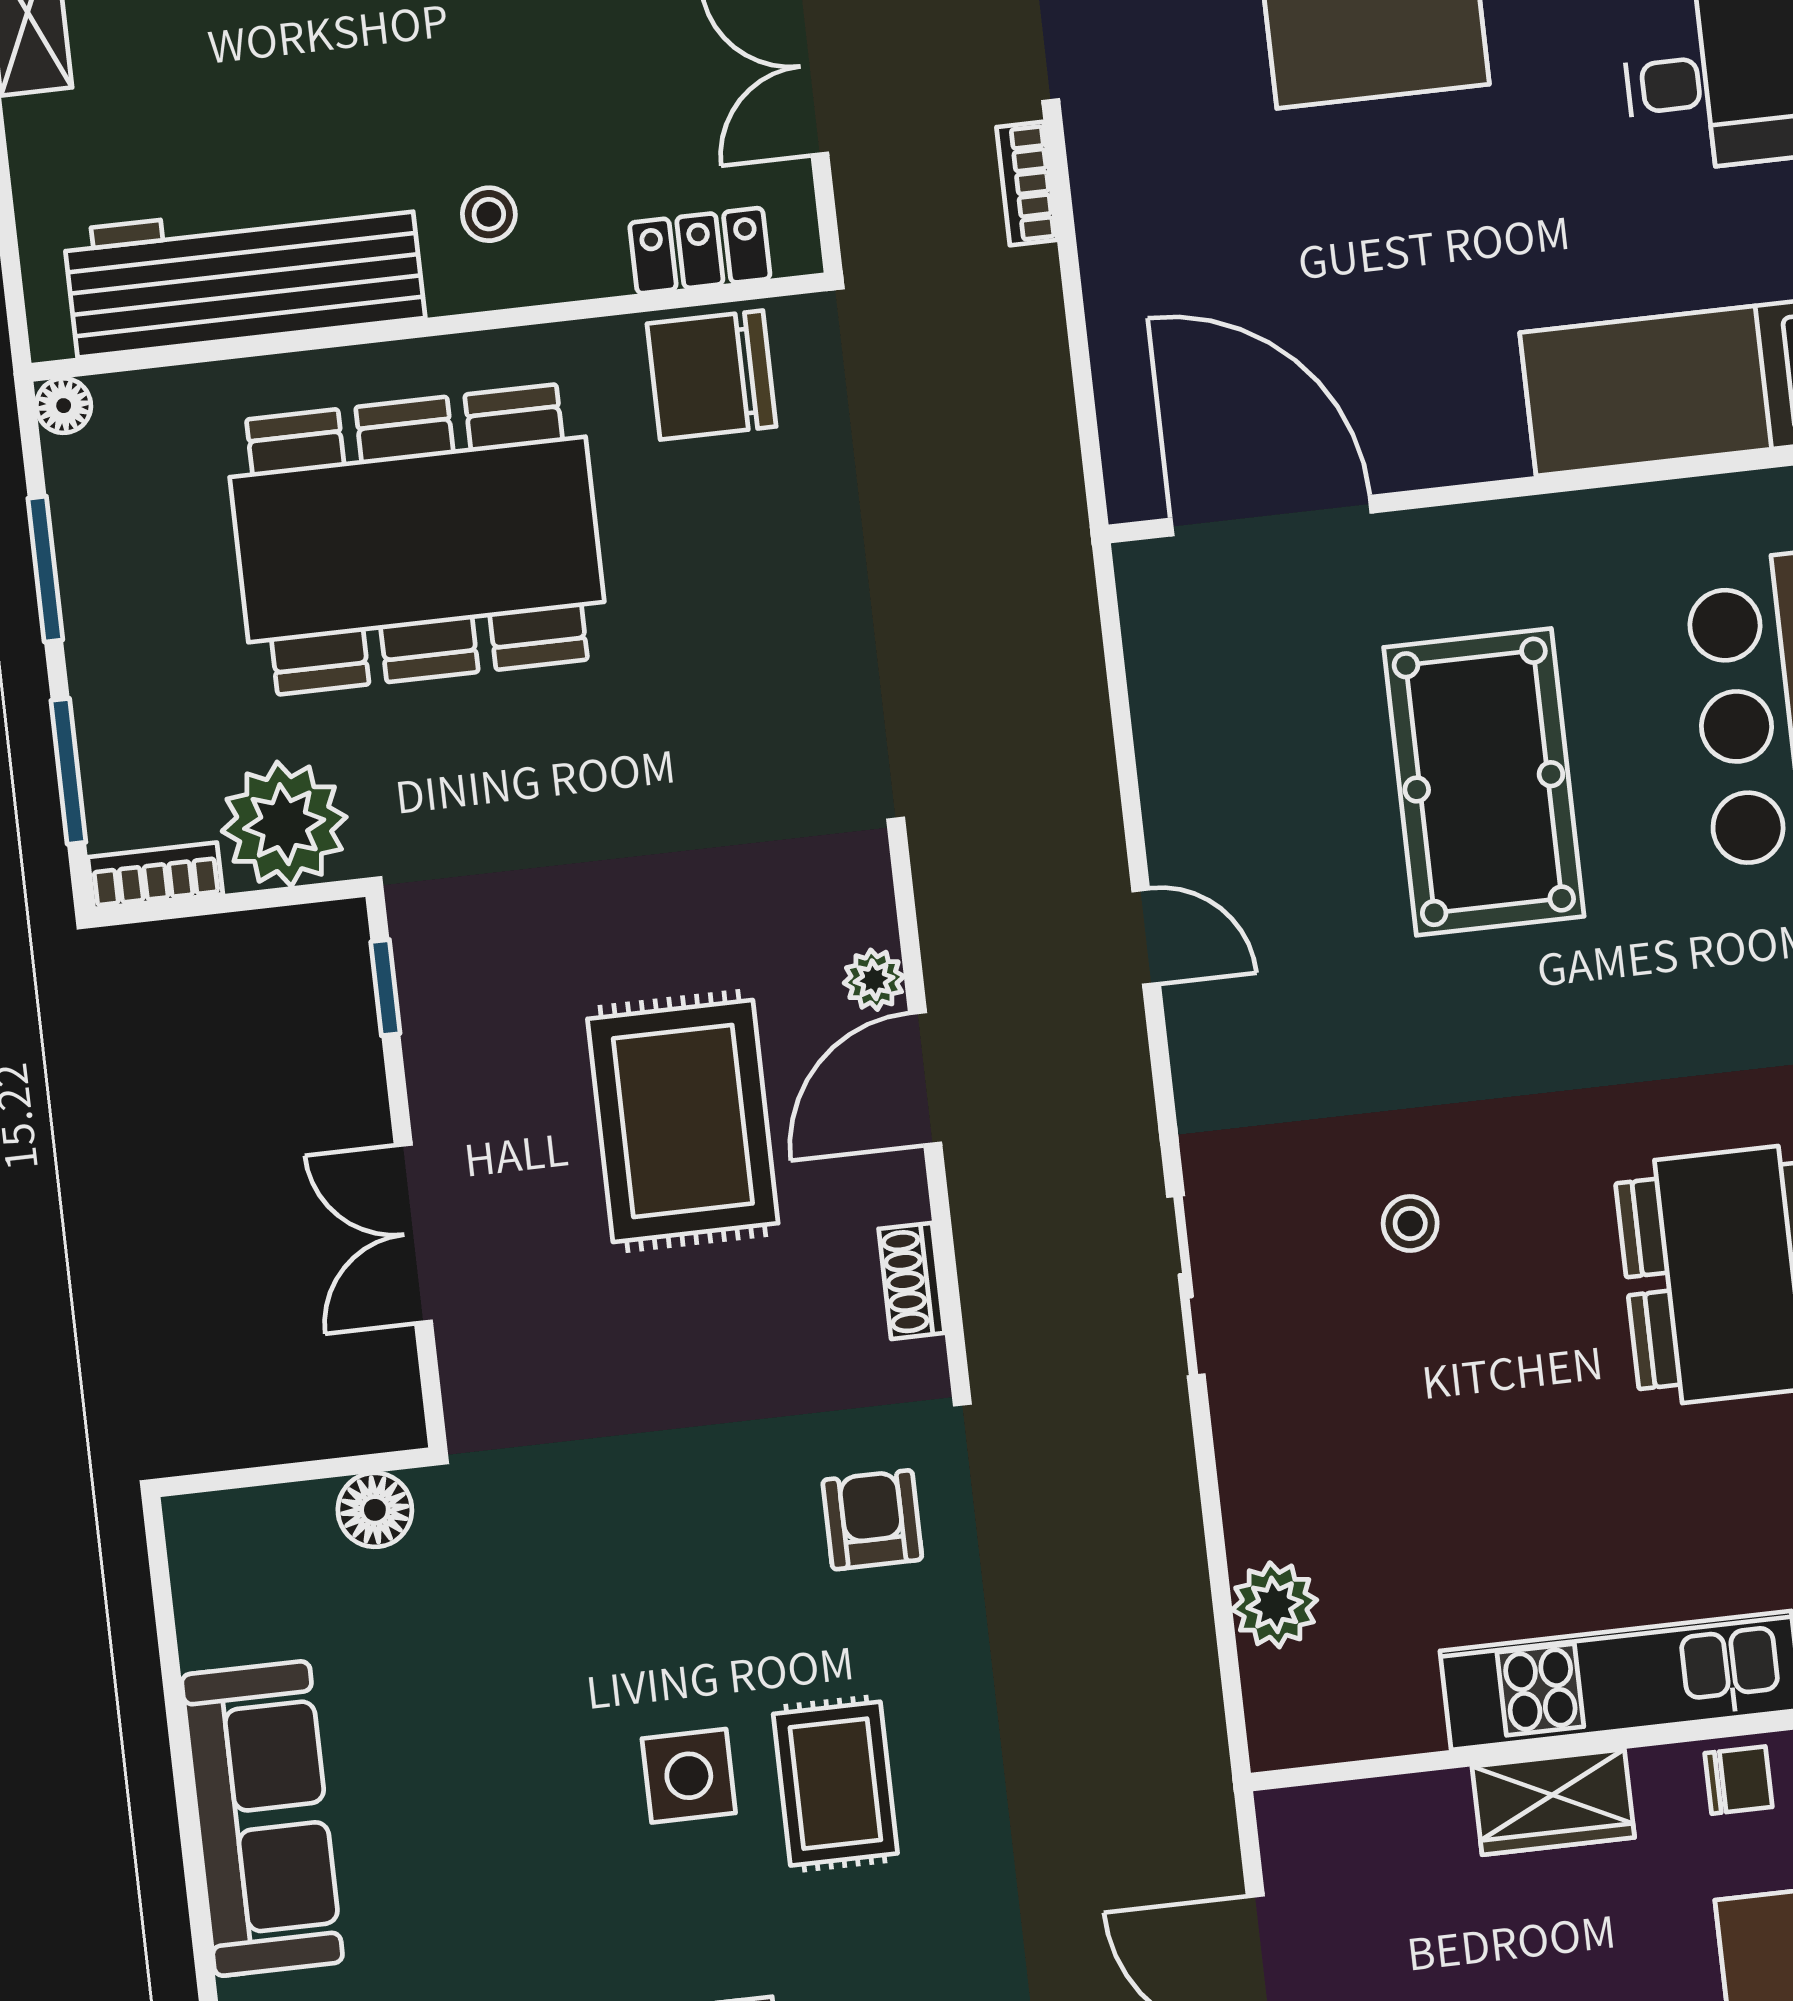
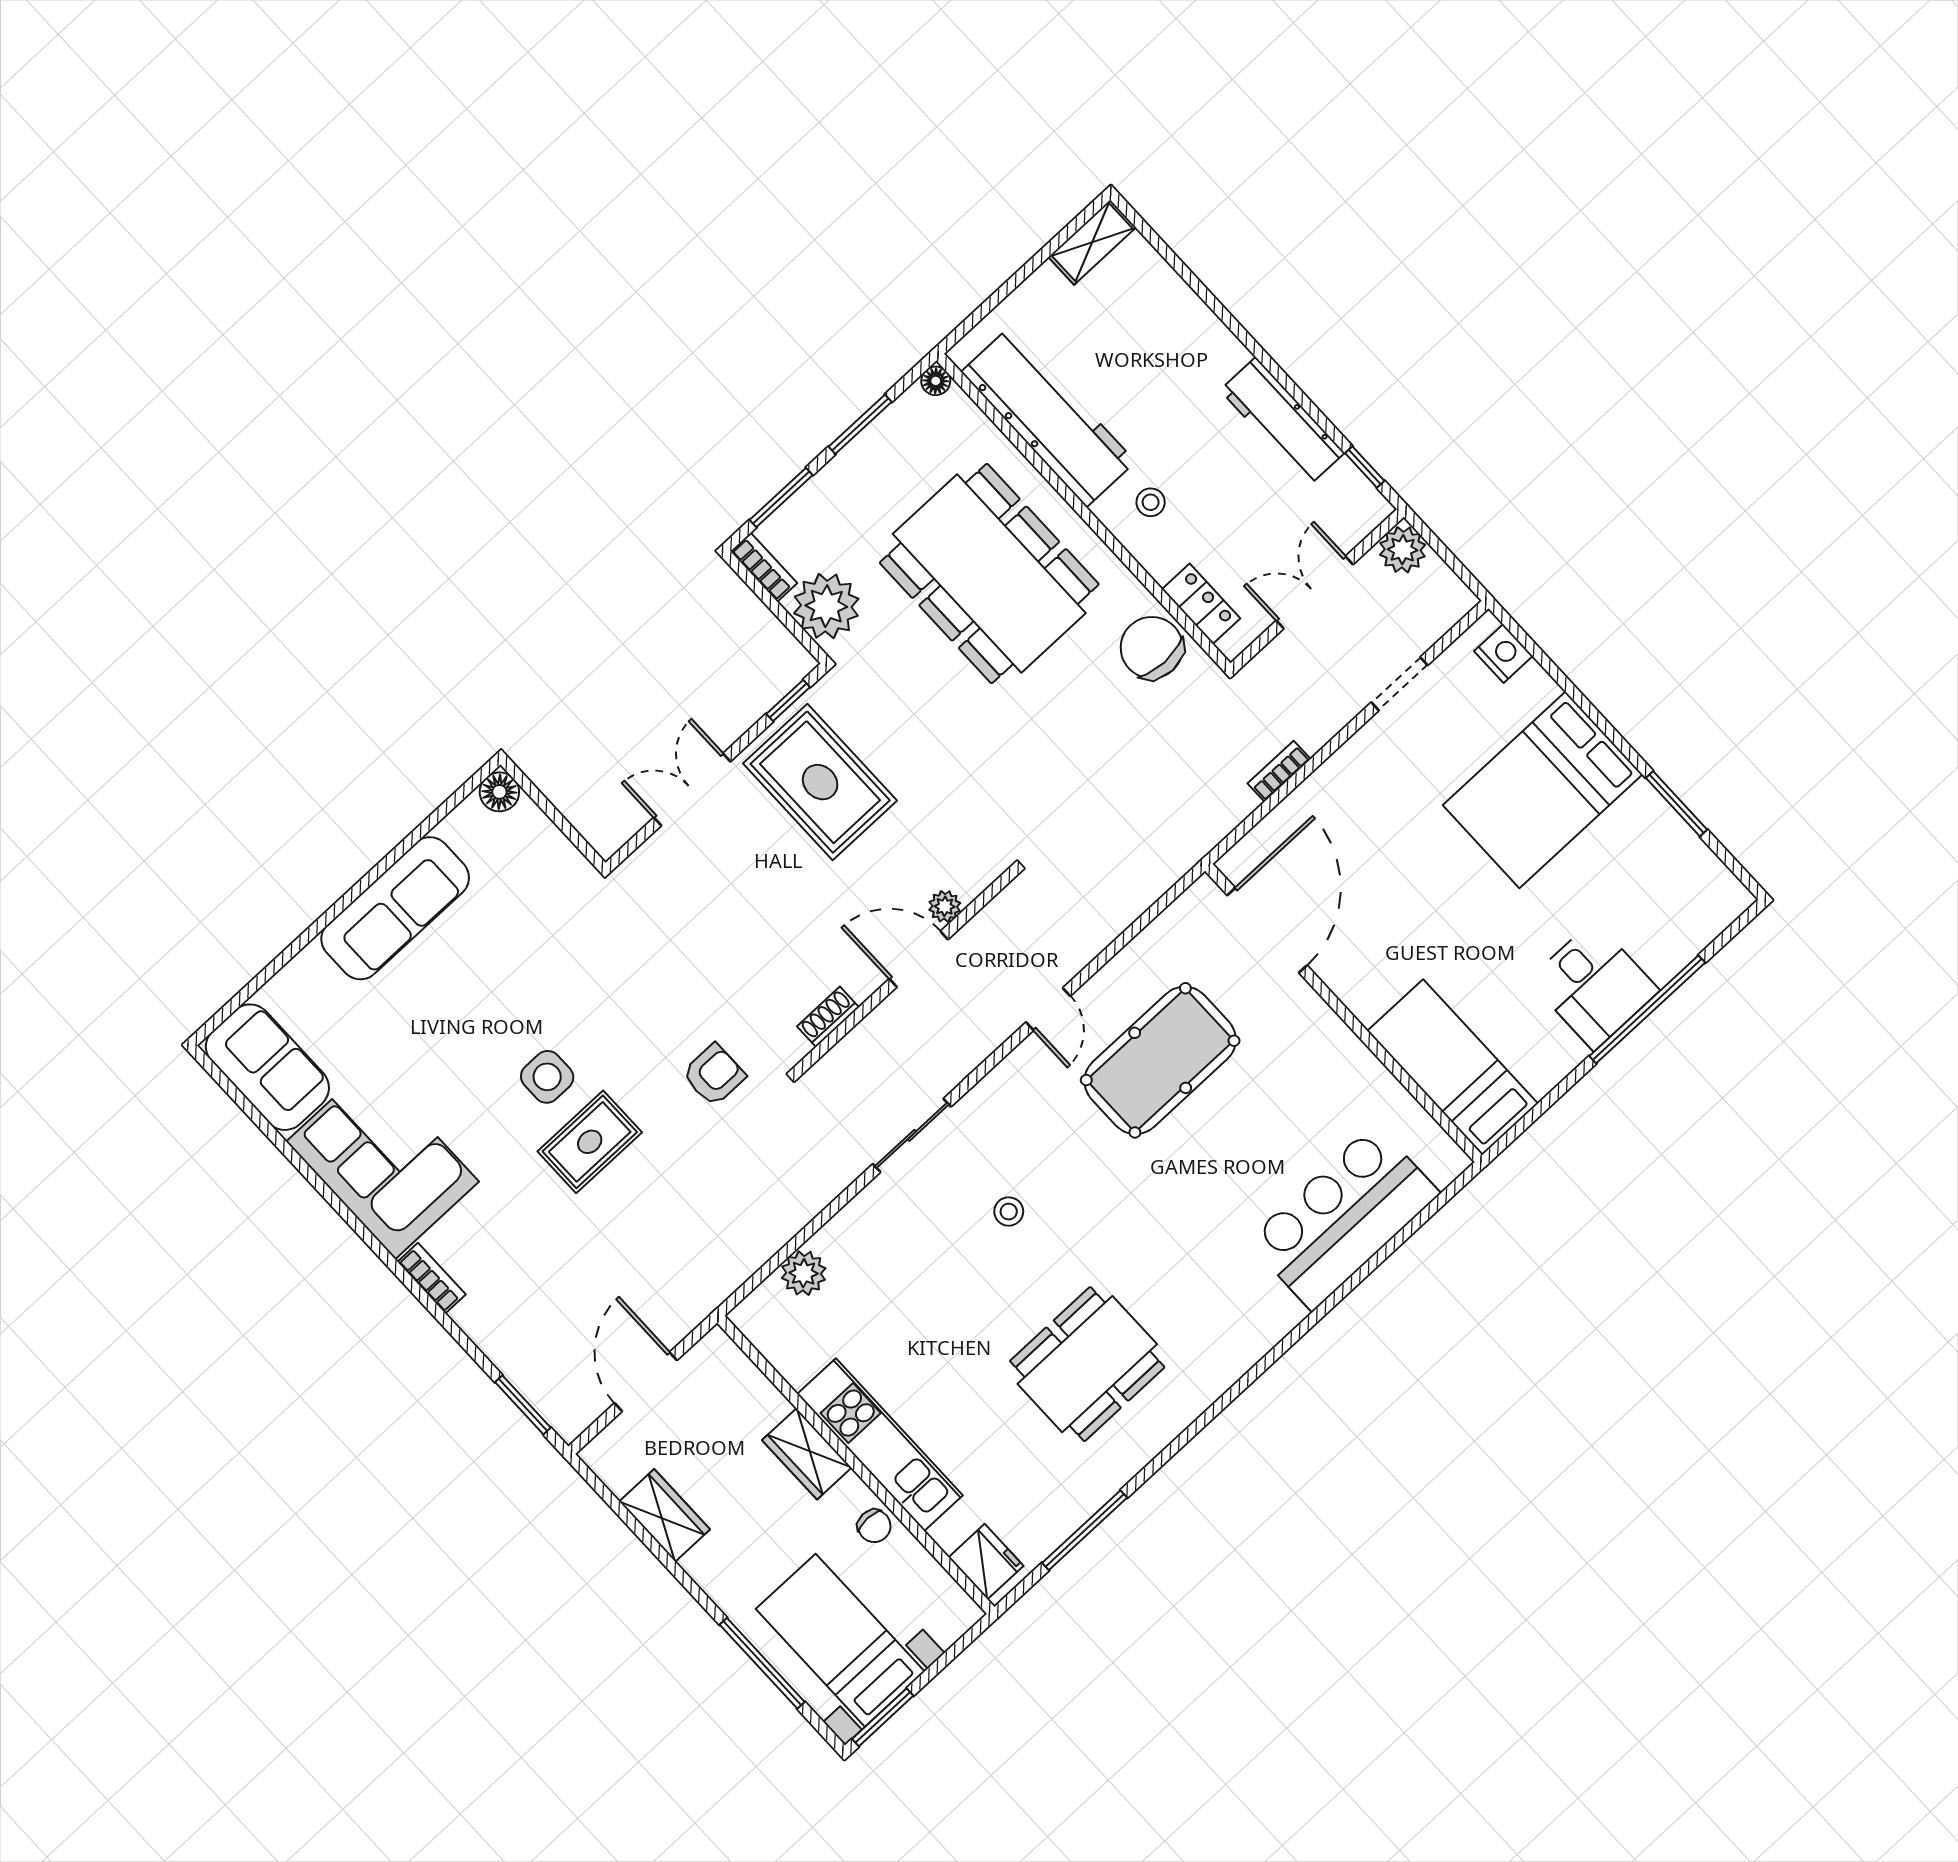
bookcase: (1027, 184) -> (1279, 771), moved
pool table: (1484, 782) -> (1160, 1060), moved
rug: (683, 1121) -> (820, 782), moved, turned 90
floor lamp: (375, 1510) -> (499, 792), moved

